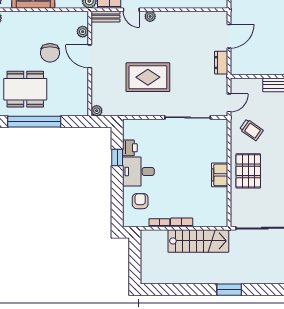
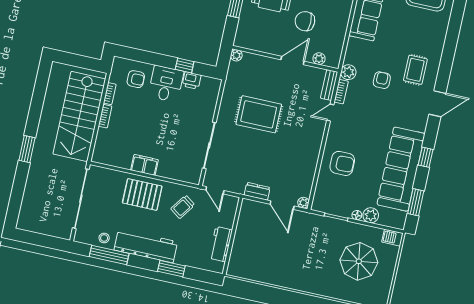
plant: (150, 16) -> (303, 203), moved
rug: (148, 77) -> (259, 114), turned 90
stairs: (198, 241) -> (79, 116), width x1.36, depth x1.51

